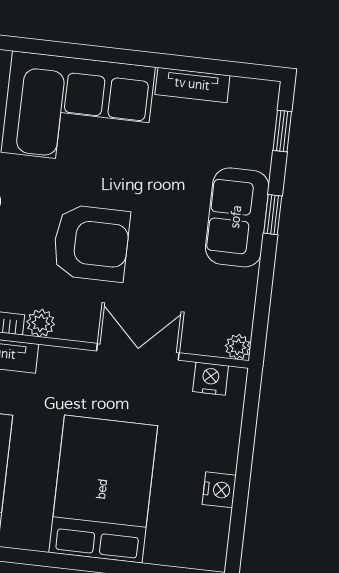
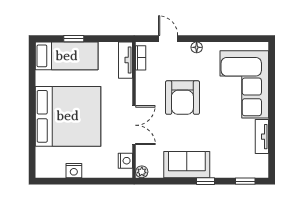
sofa: (237, 217) -> (187, 165), moved
plant: (41, 323) -> (142, 78), removed
bed: (103, 489) -> (68, 116), width x1.36

